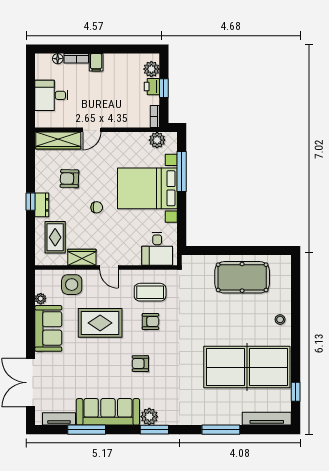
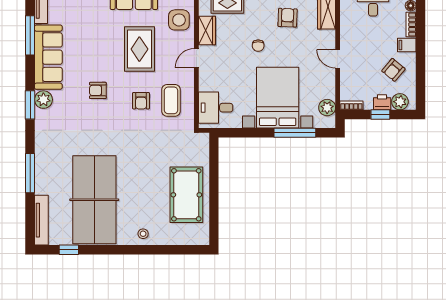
armchair: (120, 75) -> (393, 70), added
door: (92, 130) -> (338, 59), moved
armchair: (140, 364) -> (98, 90), turned -90

